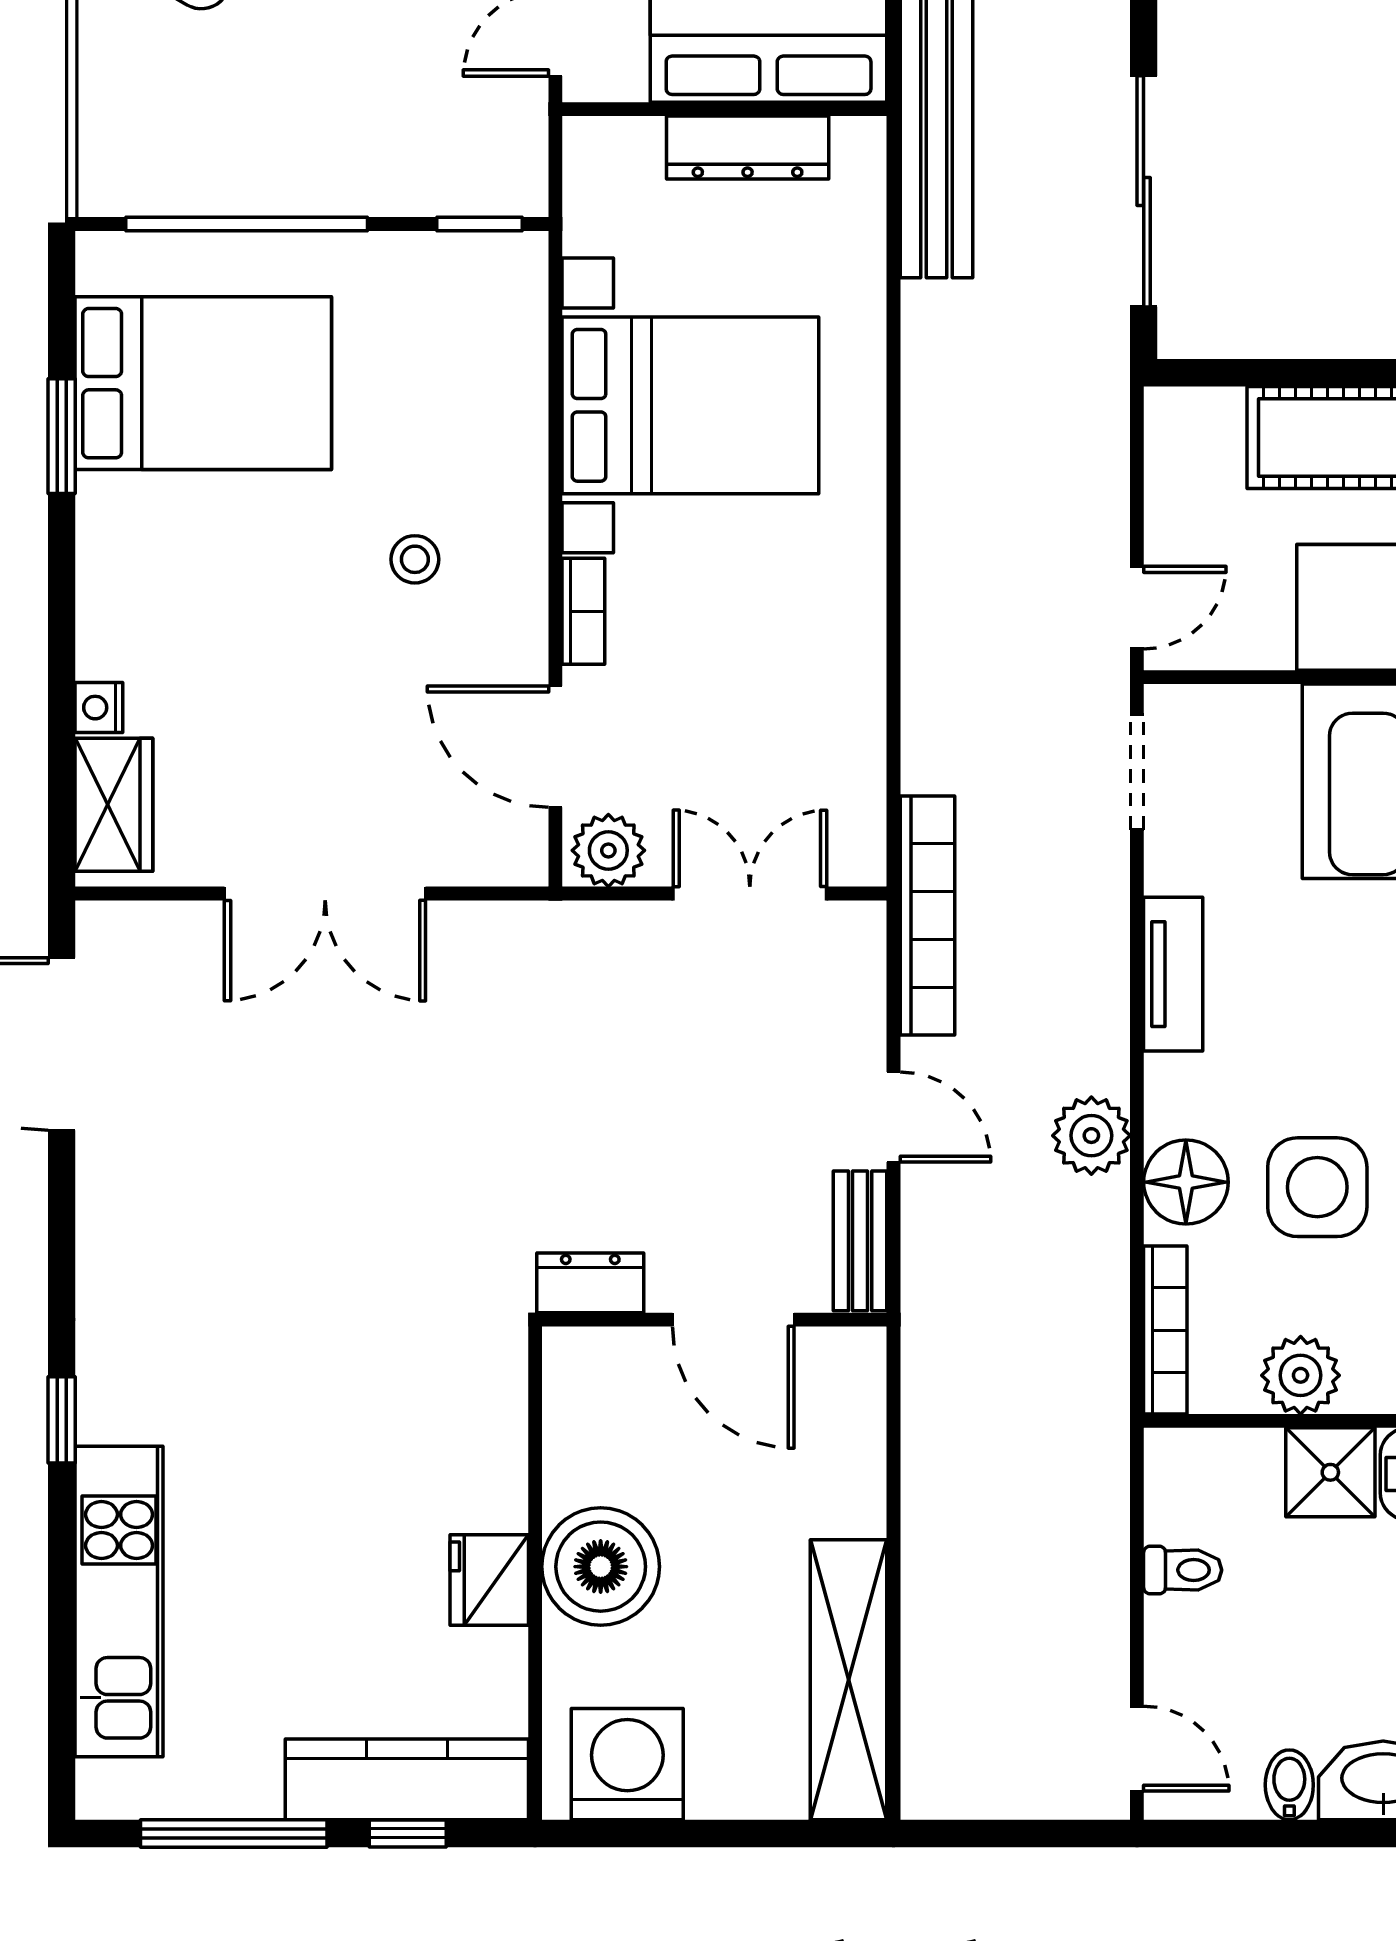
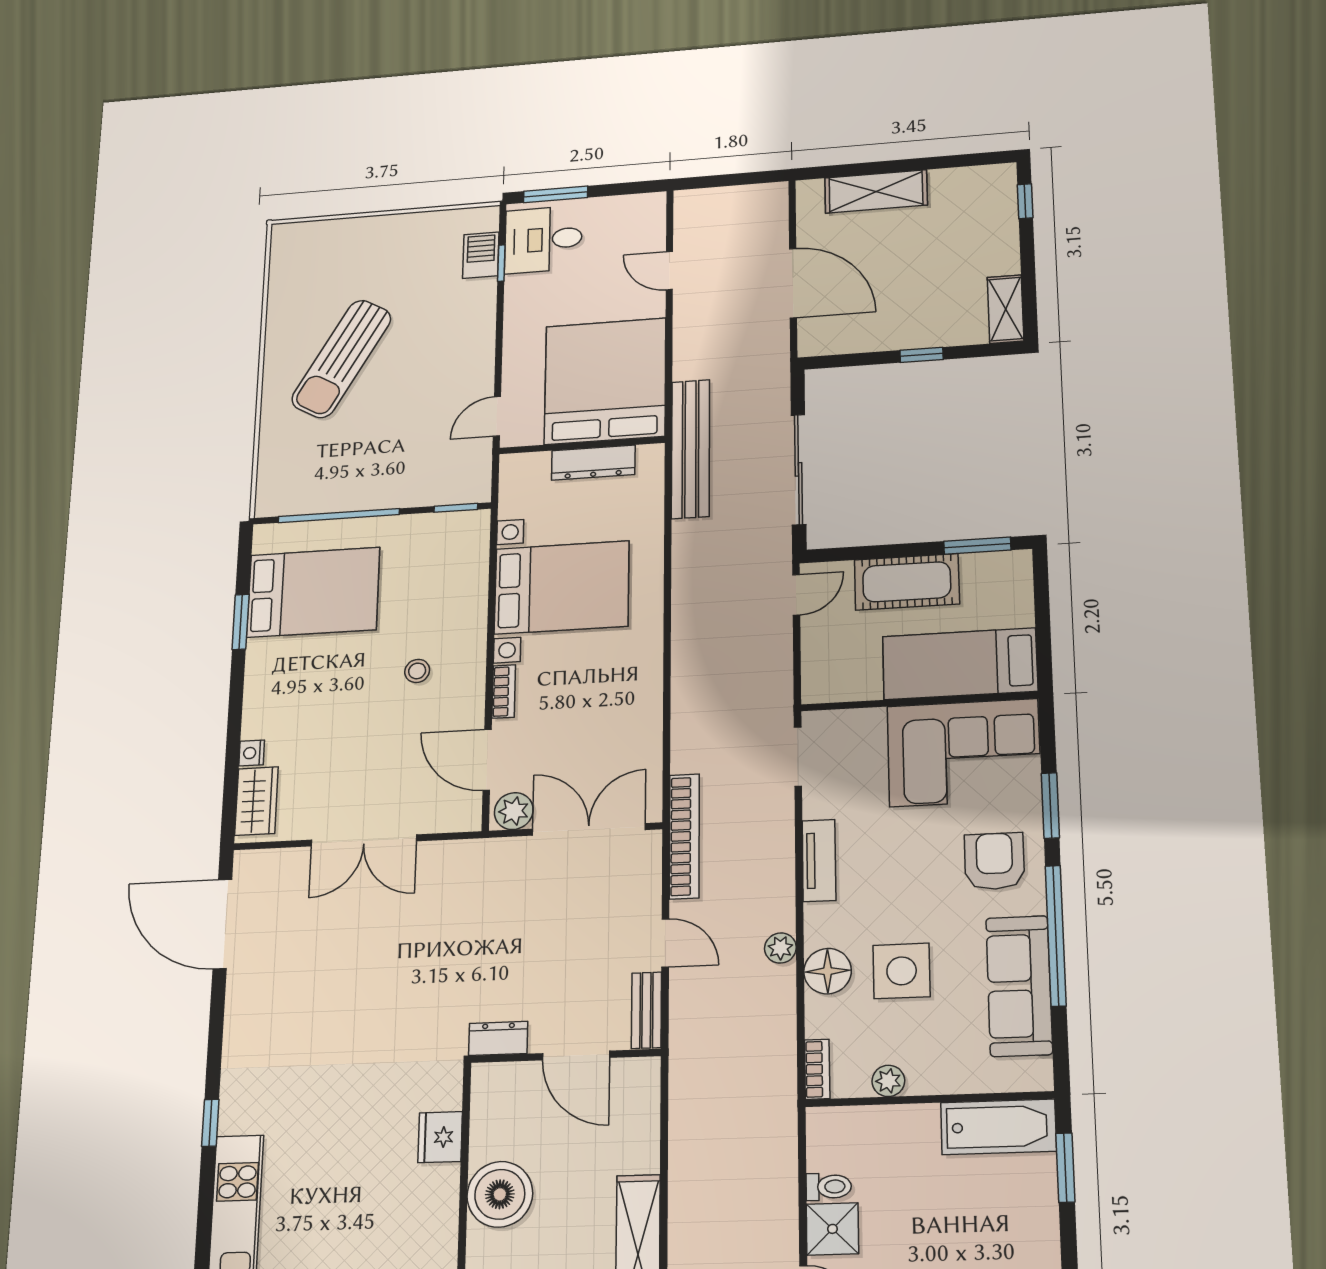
door: (1137, 608) -> (796, 595), moved
double door: (750, 893) -> (589, 829), width x1.37
plant: (1091, 1136) -> (780, 948), width x0.73, depth x0.73
bookcase: (1165, 1330) -> (817, 1069), width x0.64
plant: (1301, 1375) -> (888, 1081), width x0.73, depth x0.73
shower: (1330, 1472) -> (832, 1229), moved
fridge: (489, 1580) -> (440, 1137), moved

